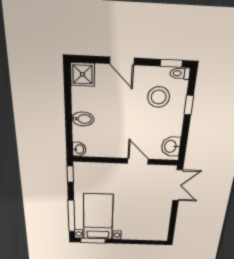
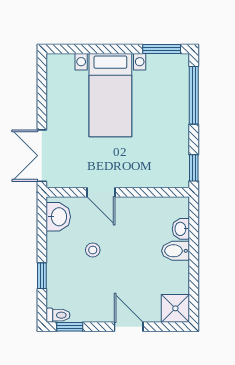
stool: (159, 97) -> (93, 250), moved, width x0.53, depth x0.53
washbasin: (79, 149) -> (181, 229), moved
bed with nightstands: (98, 217) -> (110, 95), moved

